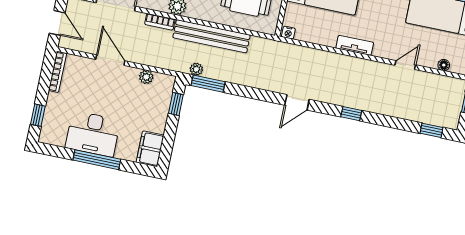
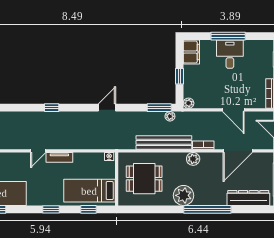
door: (405, 65) -> (38, 151), moved
plant: (146, 77) -> (189, 103), moved
door: (297, 102) -> (107, 108), moved
window: (176, 104) -> (179, 76), moved
desk: (93, 134) -> (230, 54), width x0.73

